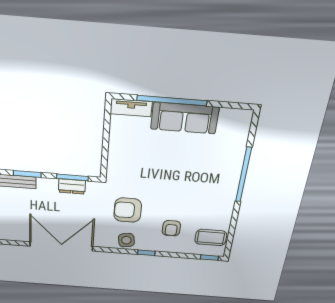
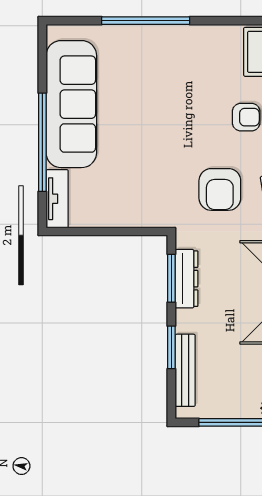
sofa: (185, 118) -> (71, 104), width x1.36, depth x1.27
dresser: (72, 186) -> (186, 279), width x1.44

